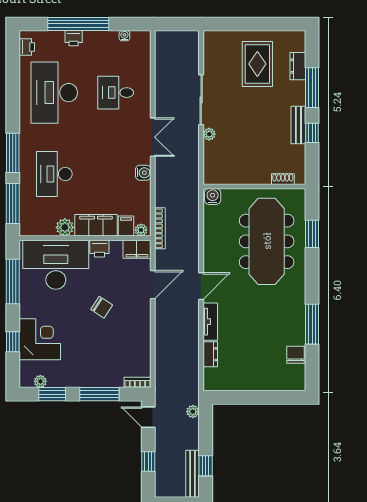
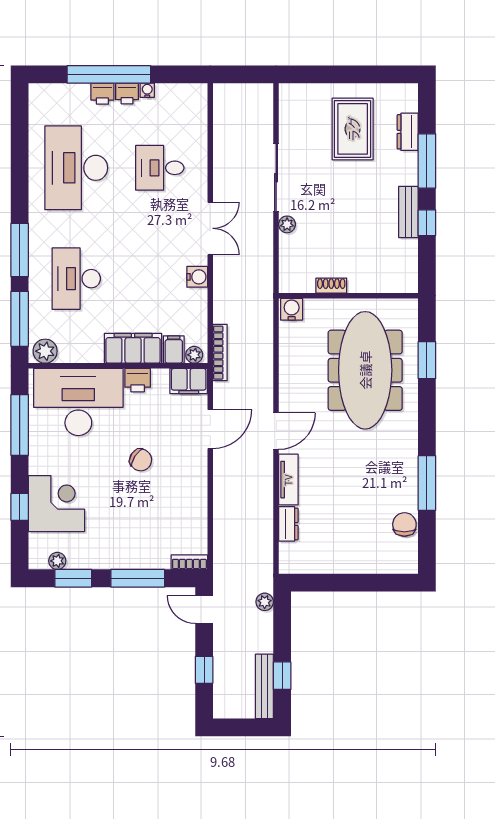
water cooler: (124, 36) -> (147, 90), moved
printer: (27, 47) -> (127, 94), moved, turned 90
shoe rack: (283, 179) -> (331, 286), moved
plant: (65, 227) -> (45, 351), moved

